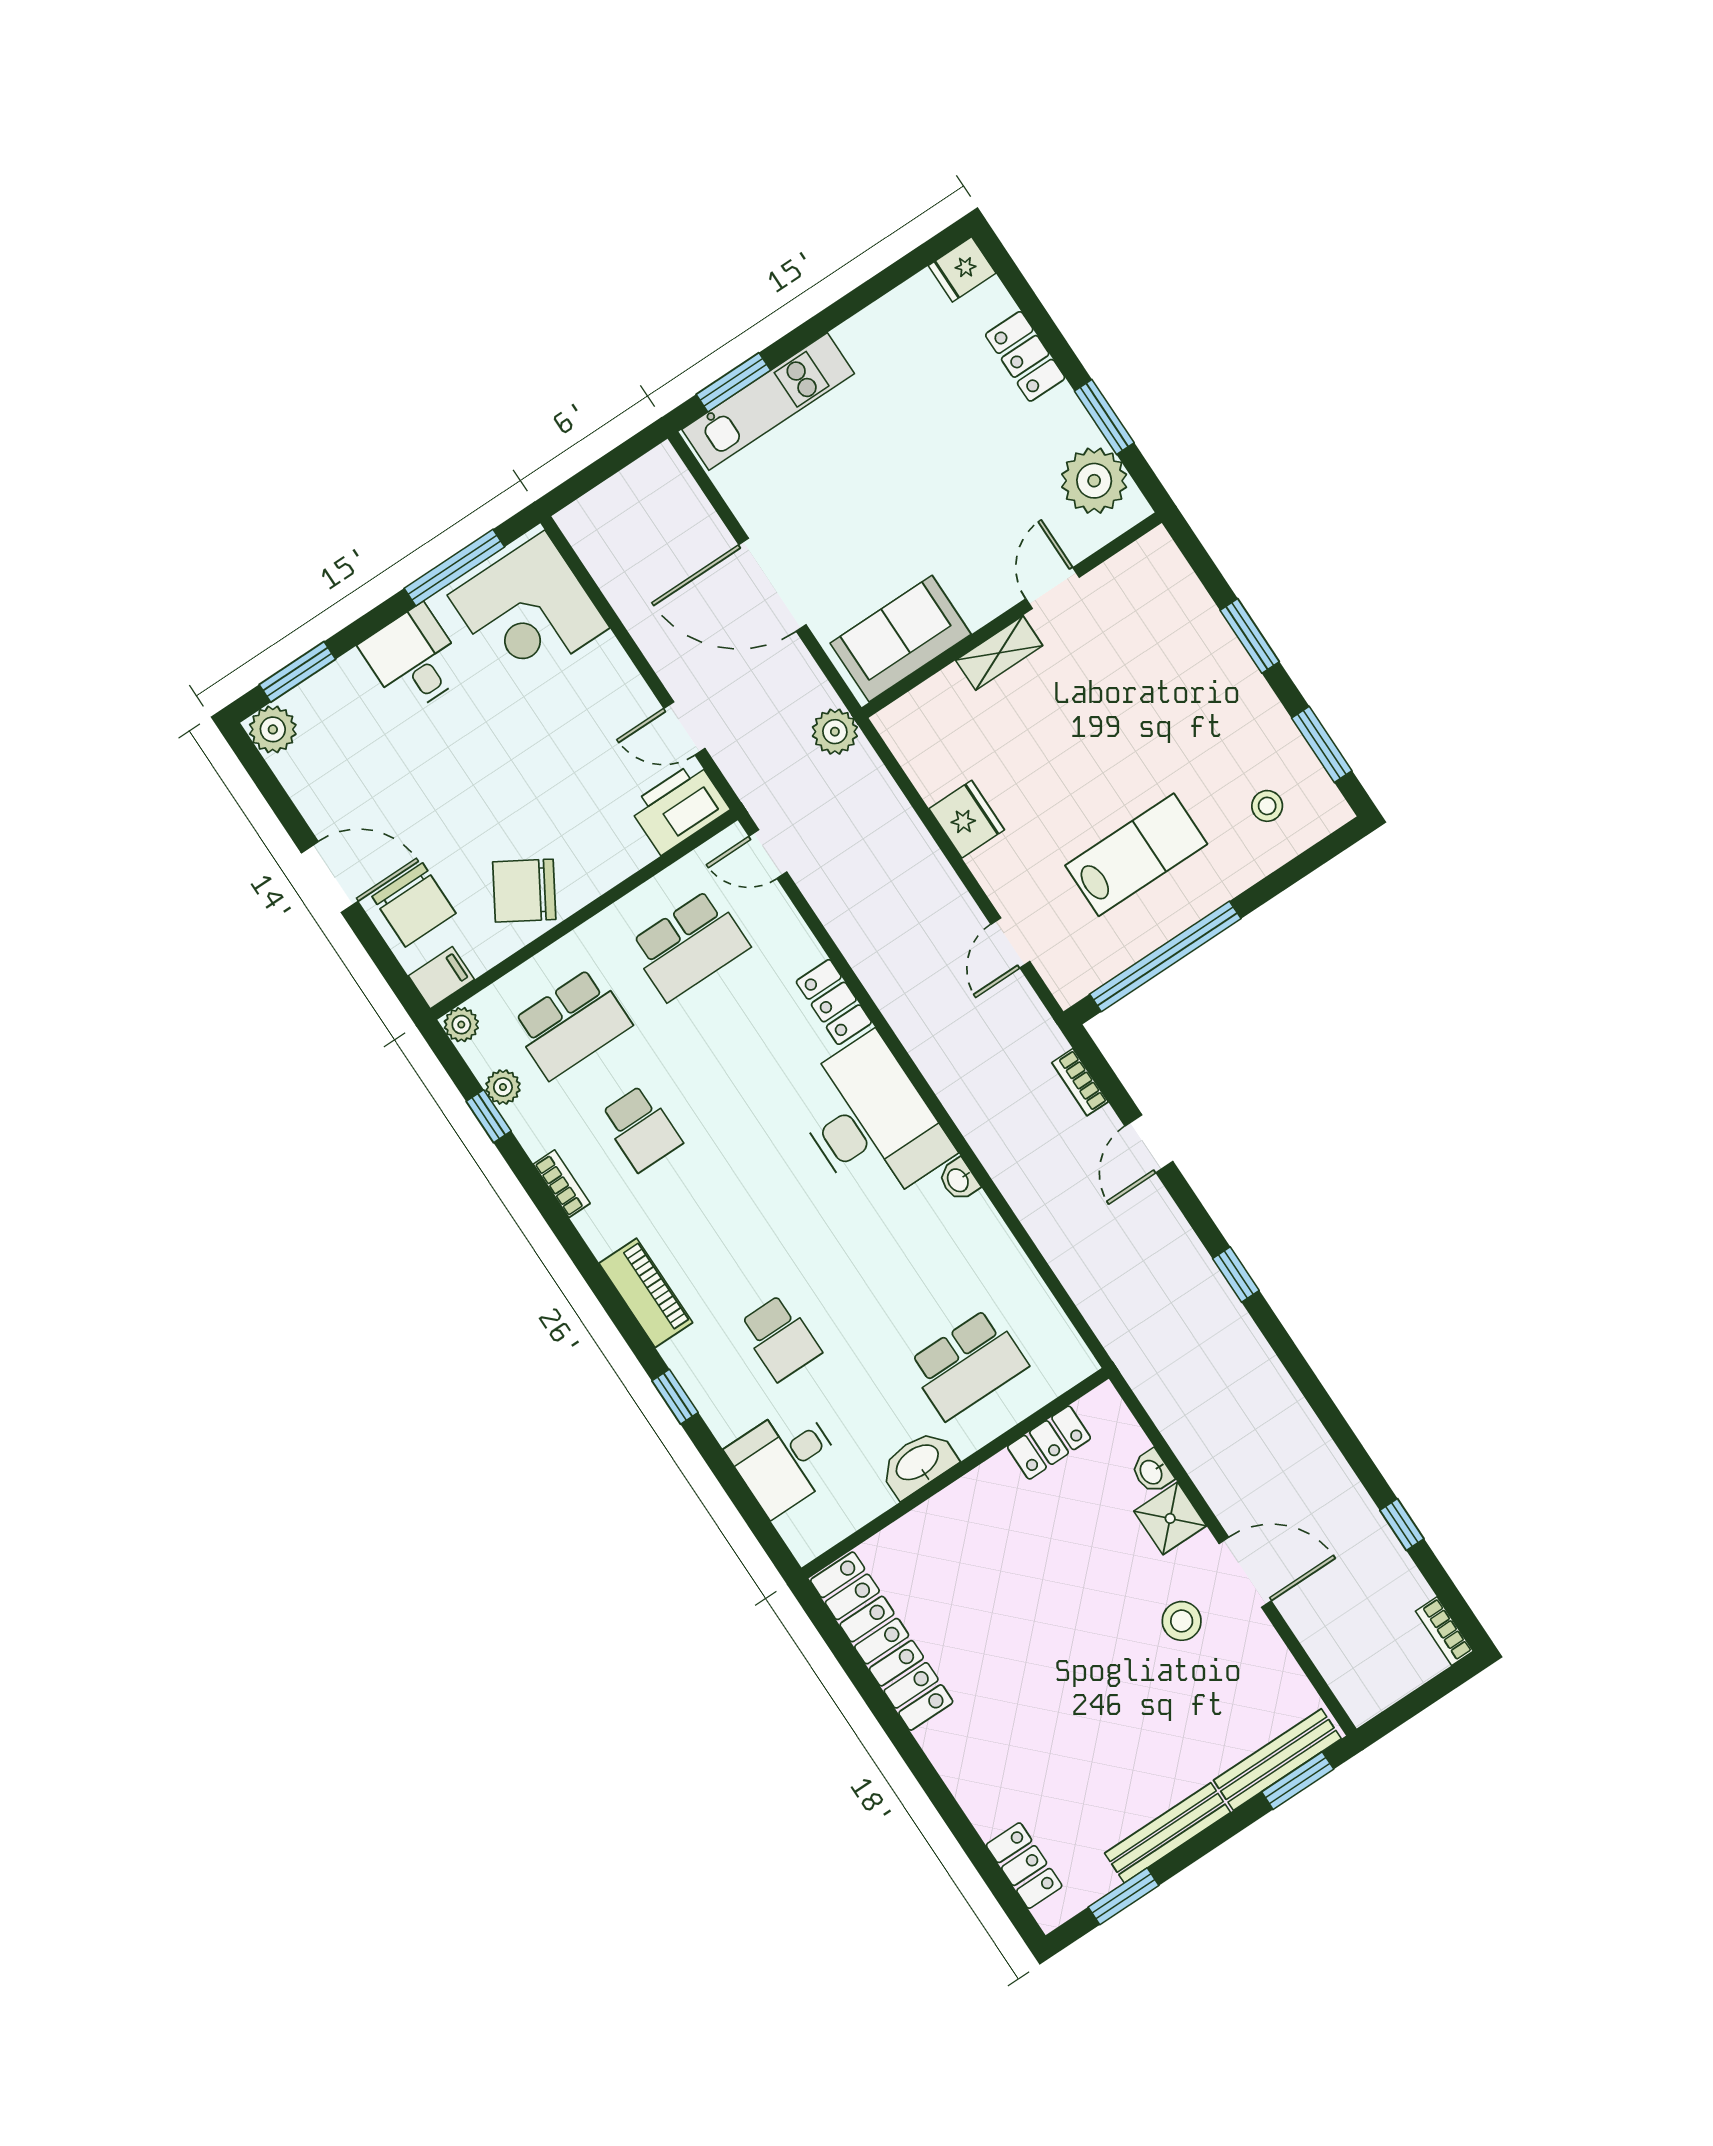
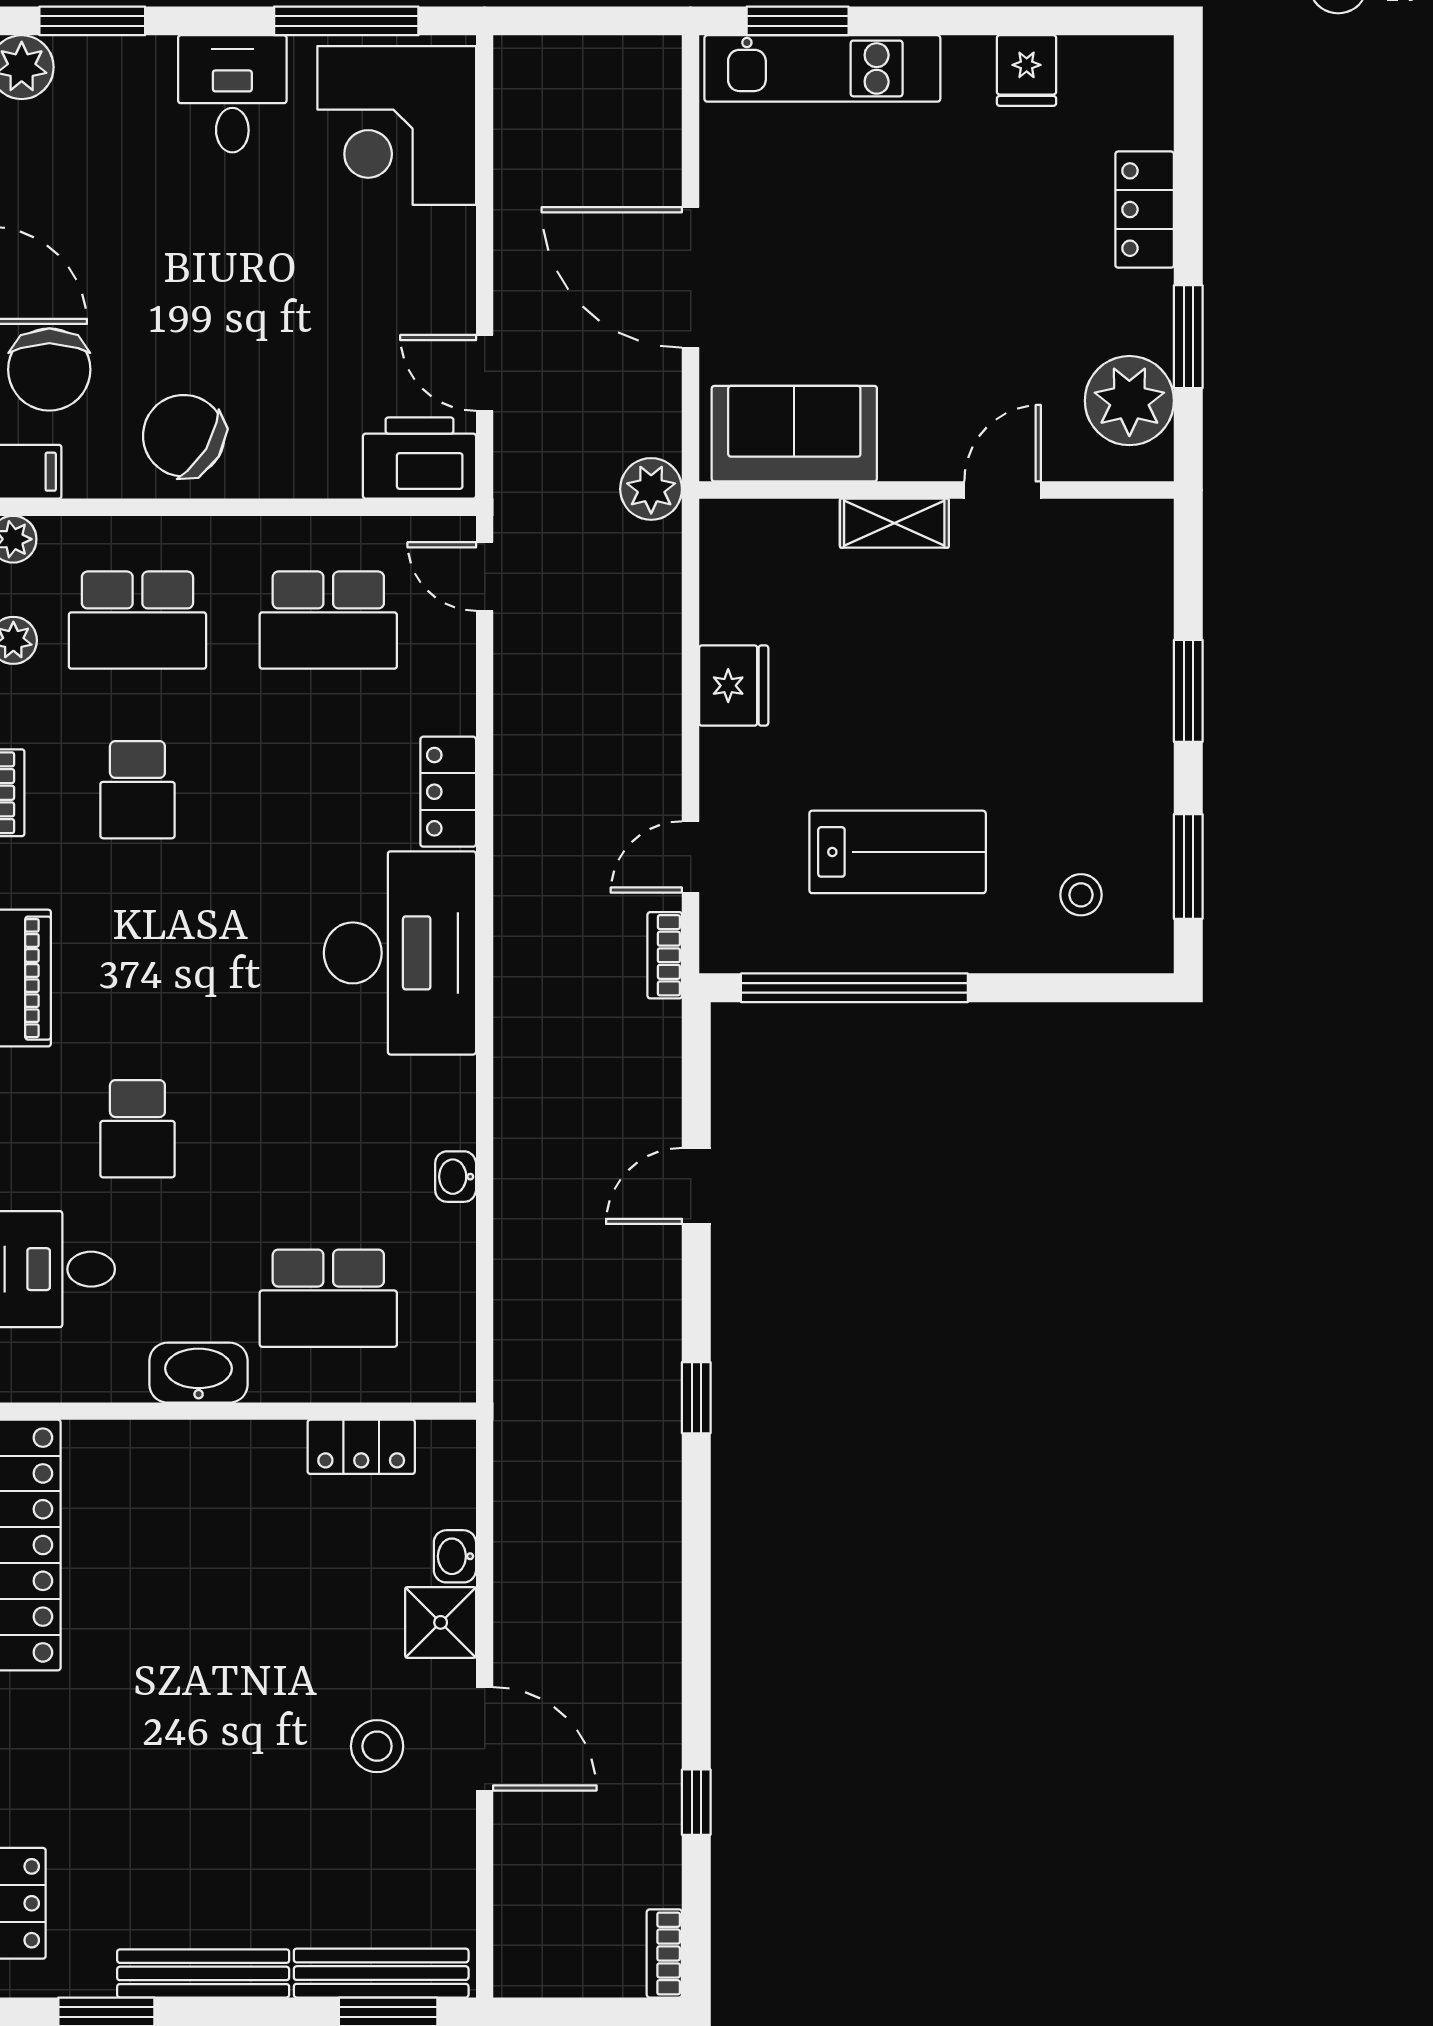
fridge: (962, 269) -> (1027, 71), moved, turned -90
bookcase: (1080, 1082) -> (665, 955), moved
washbasin: (959, 1180) -> (456, 1177), moved

